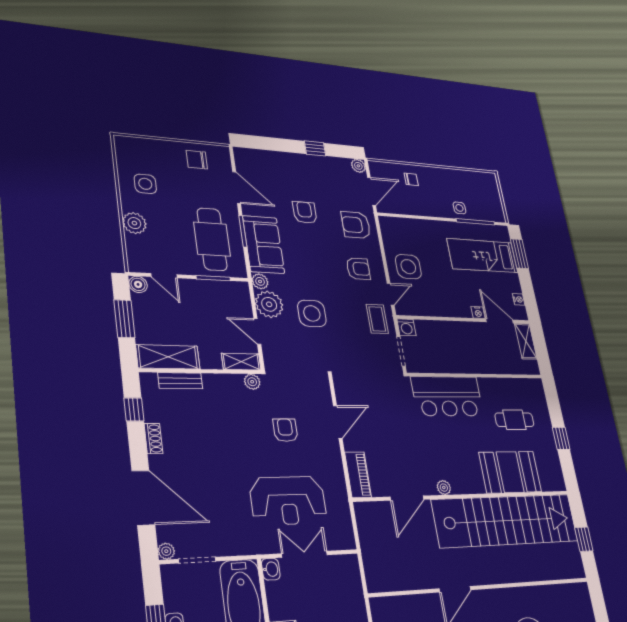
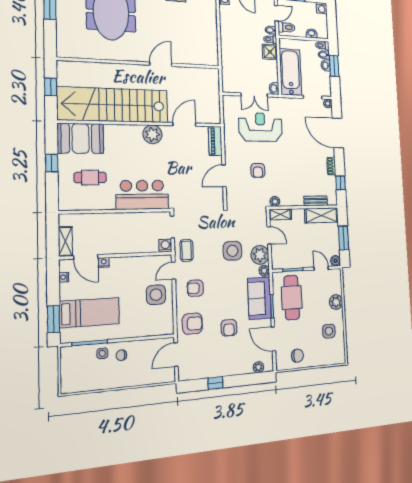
plant: (358, 166) -> (258, 367), moved
chair: (411, 179) -> (121, 355), moved
booth: (510, 472) -> (81, 138), moved
plant: (444, 488) -> (152, 134), width x1.88, depth x1.88

